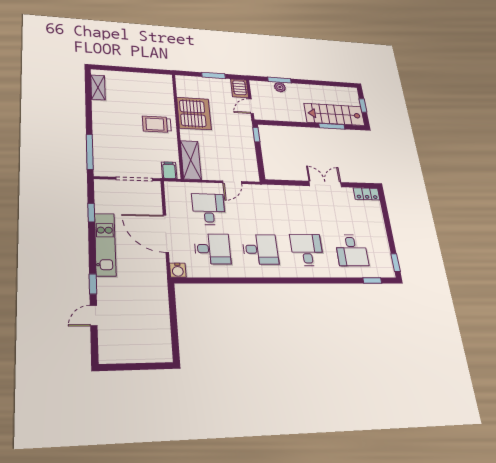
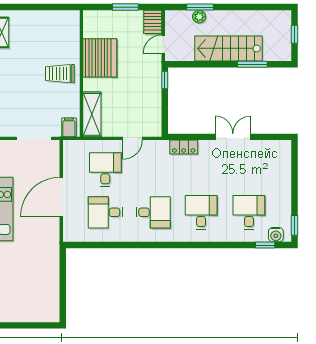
stairs: (334, 114) -> (228, 48), moved
locker: (367, 194) -> (184, 147), moved
door: (166, 234) -> (61, 197), hinge flipped
desk: (212, 249) -> (105, 212), turned 180
desk: (352, 250) -> (249, 212), turned 180
water cooler: (178, 270) -> (276, 235), moved

